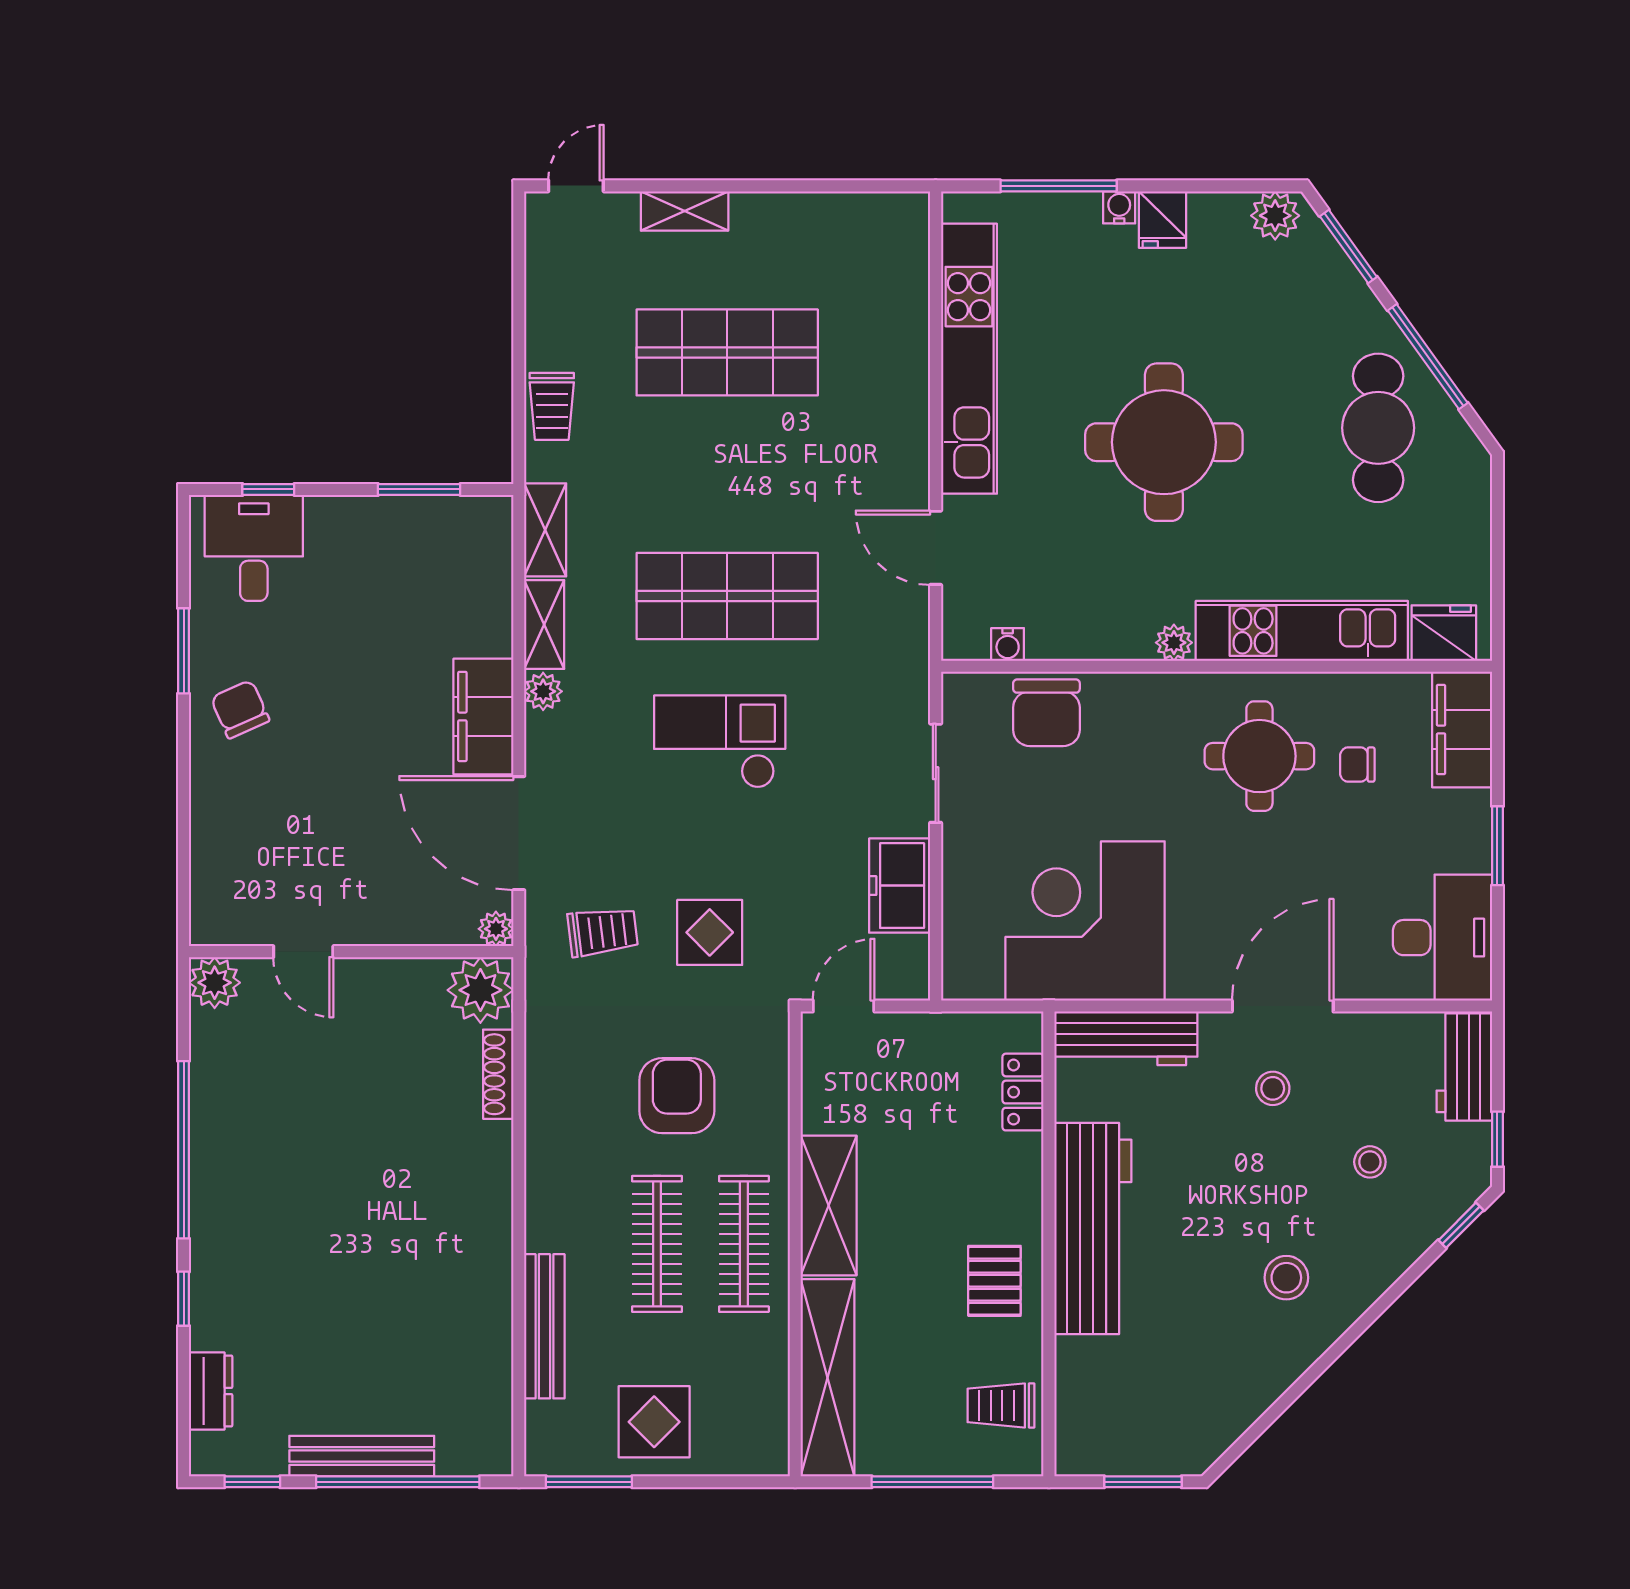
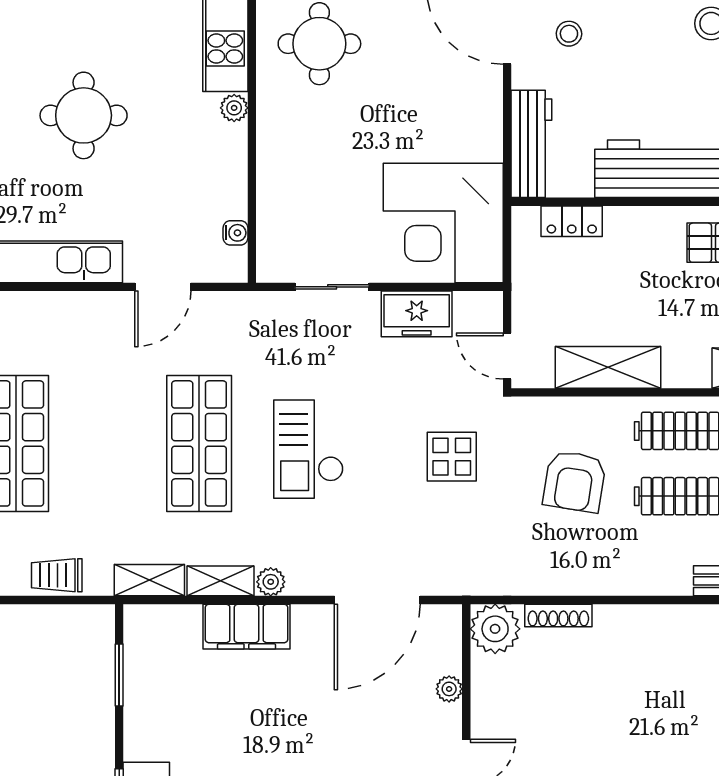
trolley: (552, 406) -> (57, 575), turned 180
round table: (1164, 442) -> (84, 115), width x0.73, depth x0.73
chair: (1046, 713) -> (287, 204), removed
filing cabinet: (483, 716) -> (246, 627), moved
corner desk: (1085, 921) -> (443, 223), moved
plant: (496, 929) -> (449, 689), moved
trolley: (603, 932) -> (451, 537), removed
armchair: (677, 1096) -> (574, 481), turned -81
shelving: (829, 1205) -> (608, 367), moved

